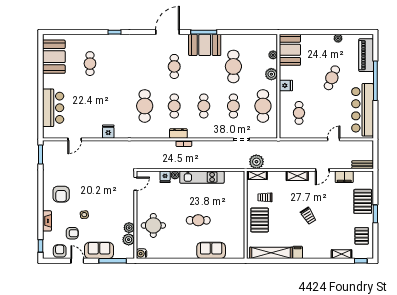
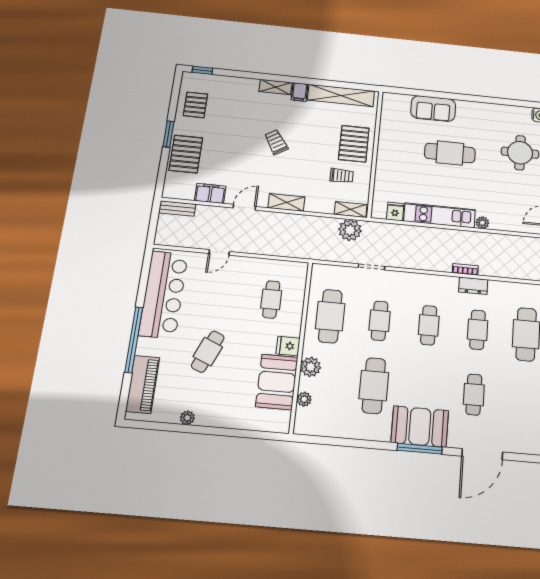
booth: (290, 50) -> (277, 382), moved
fridge: (165, 177) -> (395, 212), moved
cafe table: (198, 220) -> (450, 153), width x1.37, depth x1.35
shelving: (342, 254) -> (276, 87), moved

